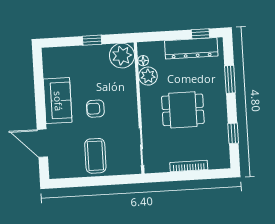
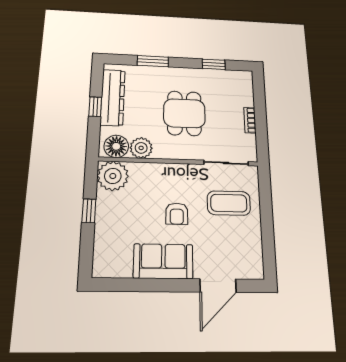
window: (200, 34) -> (95, 107), moved
floor lamp: (143, 61) -> (116, 146), width x1.89, depth x1.89
coffee table: (95, 156) -> (229, 203), moved
bookcase: (189, 166) -> (250, 120), width x0.64

